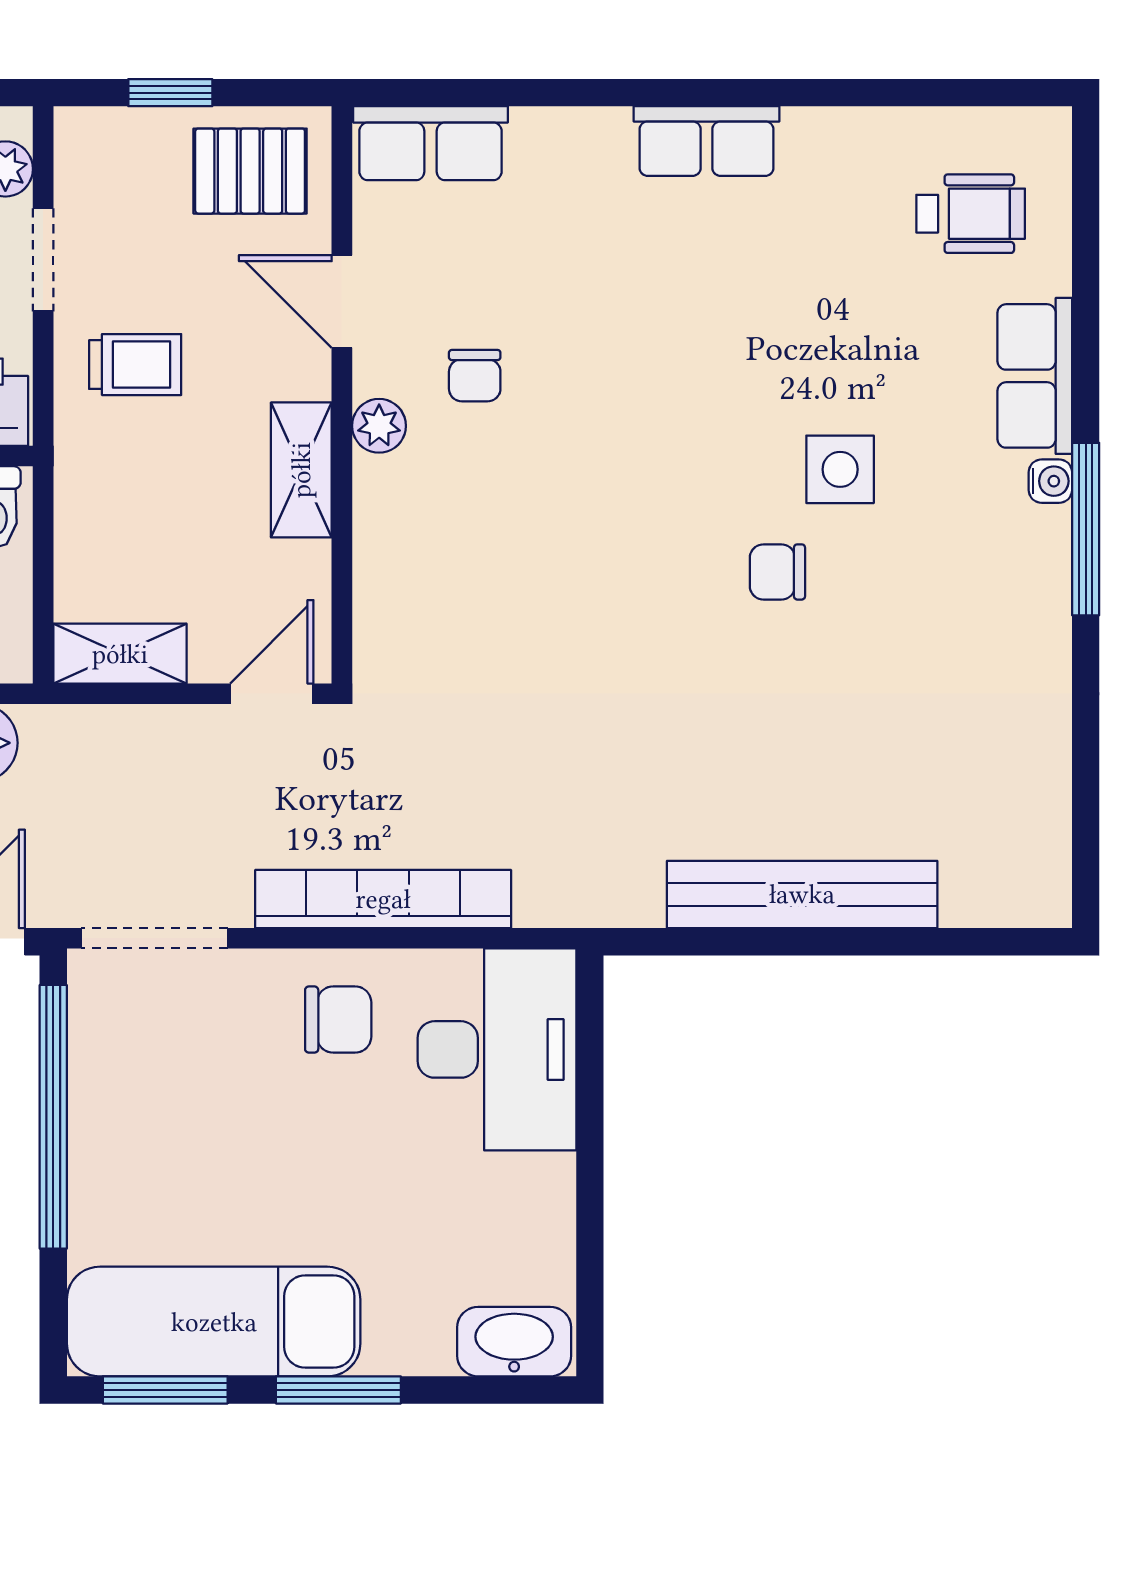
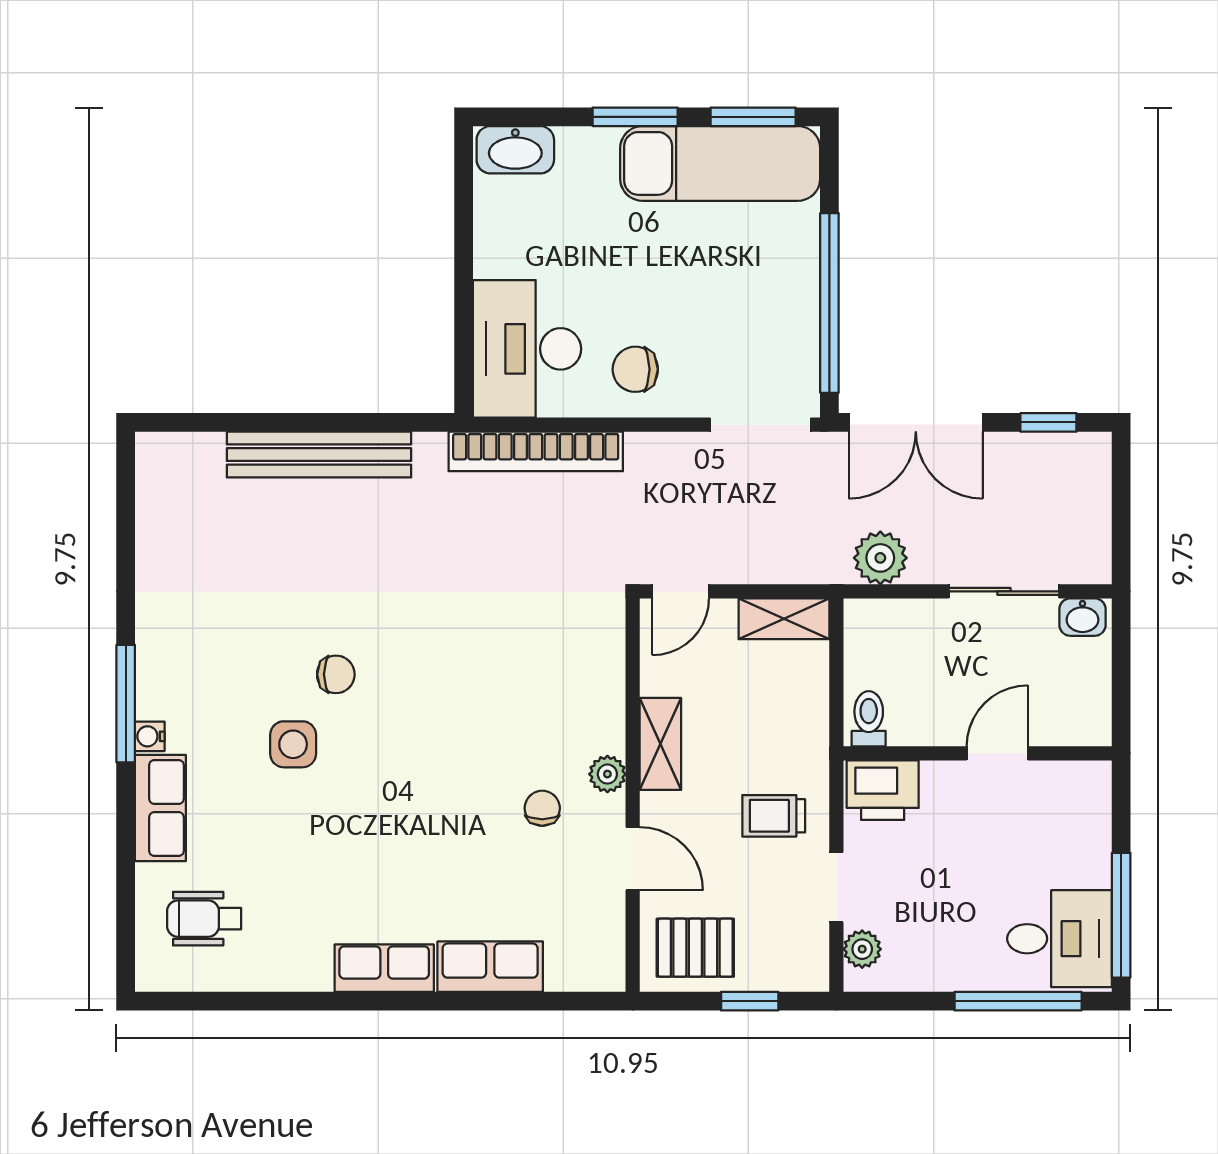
row of seats: (430, 143) -> (490, 967), moved
bookcase: (383, 899) -> (536, 451), moved

